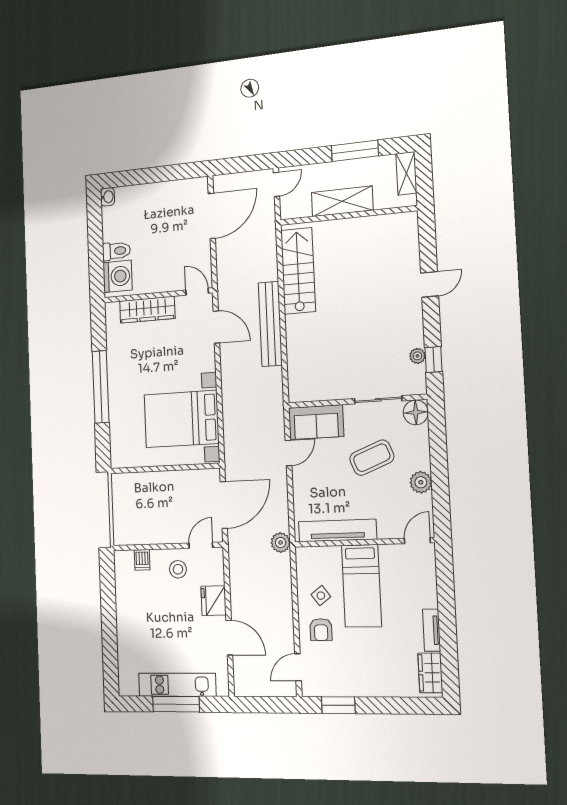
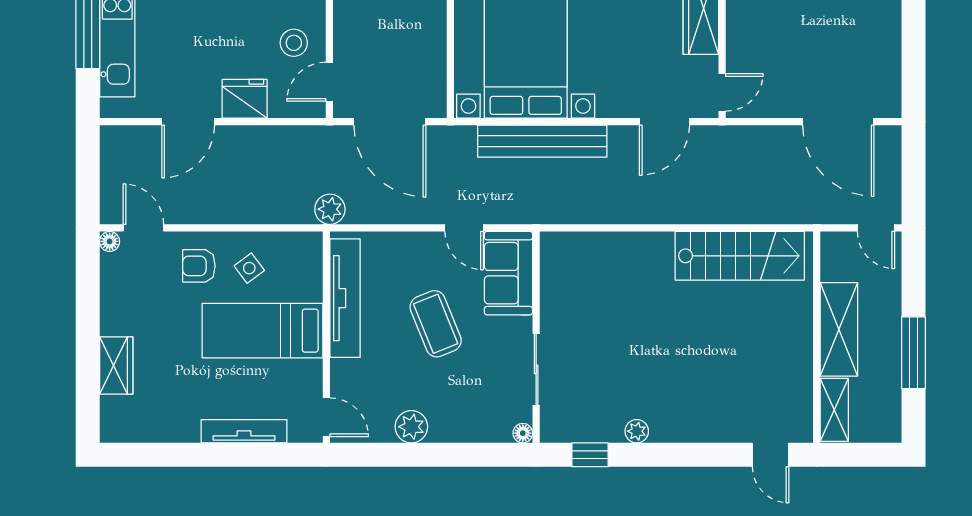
shelving: (406, 173) -> (834, 410), moved, turned 90
door: (430, 284) -> (771, 455), moved
bench: (270, 324) -> (542, 141), moved
plant: (417, 356) -> (637, 431), moved
floor lamp: (416, 412) -> (523, 433), width x0.53, depth x0.53
coffee table: (372, 458) -> (436, 324), moved
door: (201, 545) -> (329, 82), swing flipped
tv unit: (432, 630) -> (244, 431), moved, width x1.41
wardrobe: (430, 673) -> (116, 365), moved, turned 90
floor lamp: (308, 690) -> (110, 241), added
window: (338, 705) -> (88, 287), removed

